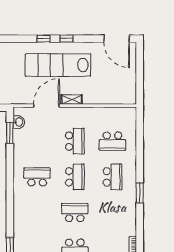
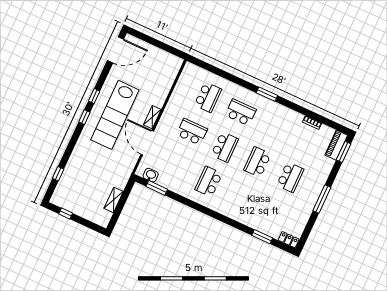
school desk: (75, 177) -> (225, 147), turned 90

